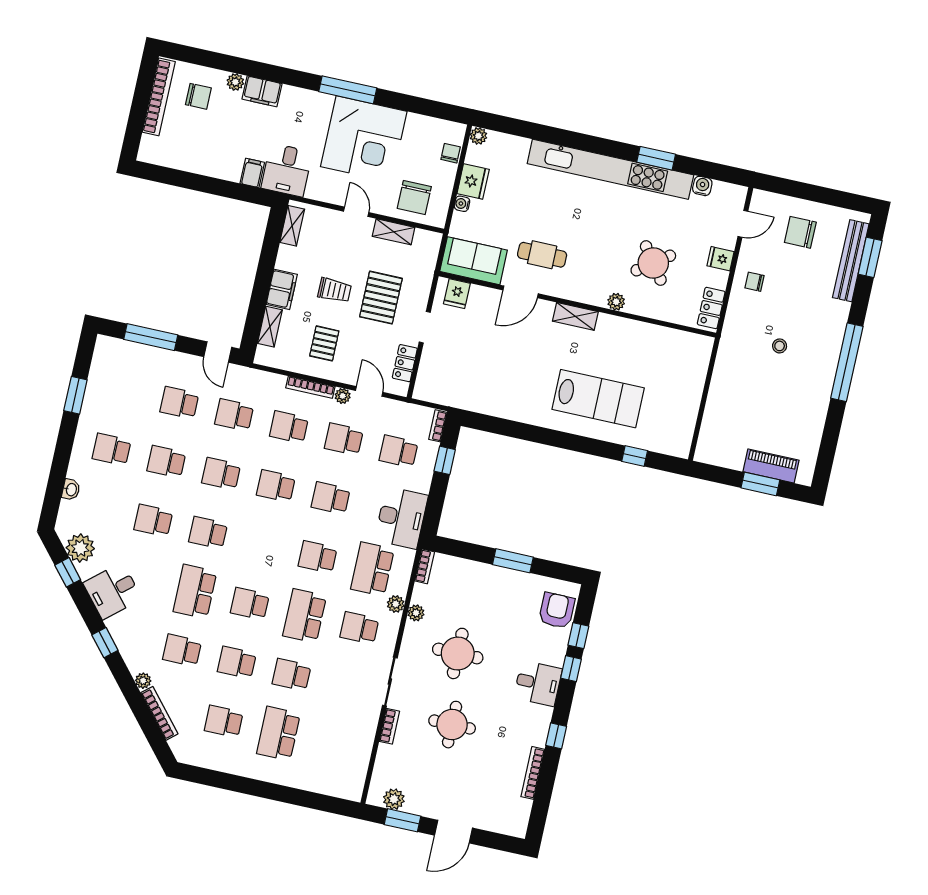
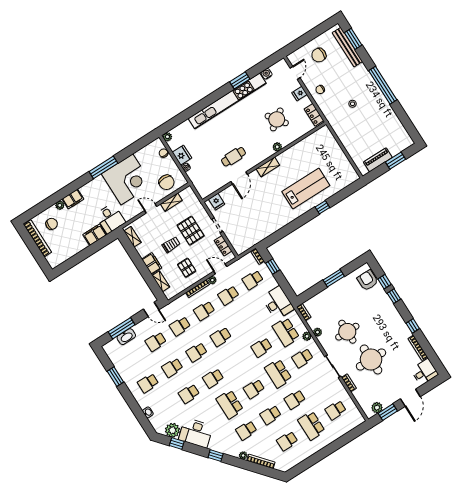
filing cabinet: (252, 173) -> (95, 235), width x2.00
sofa: (474, 261) -> (211, 184), removed
washbasin: (146, 355) -> (126, 337), added
window: (635, 456) -> (322, 207), moved
piano: (771, 466) -> (378, 160), moved
school desk: (331, 498) -> (336, 410), moved
desk: (113, 591) -> (196, 433), width x1.37
desk: (538, 683) -> (424, 372), moved
round table: (452, 725) -> (371, 359), width x1.36, depth x1.36

